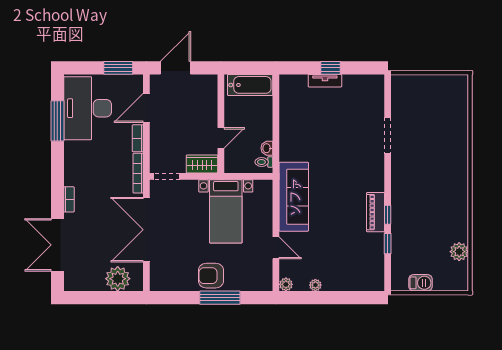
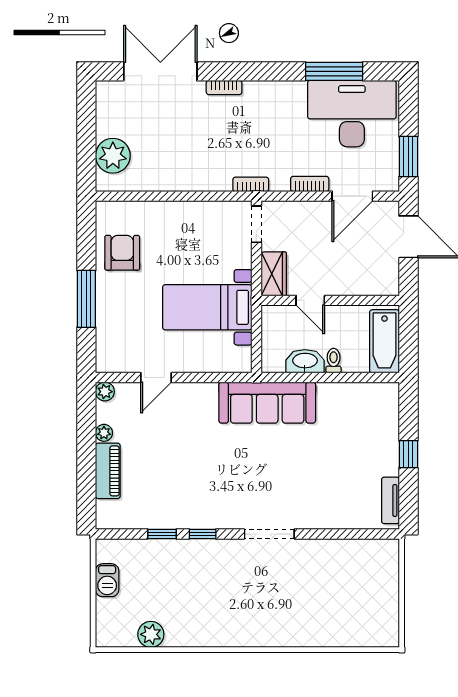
tv unit: (325, 81) -> (390, 500), moved
door: (146, 108) -> (352, 196), swing flipped
doorway: (388, 135) -> (269, 534), moved
washbasin: (267, 148) -> (305, 361), width x1.91, depth x1.45
toilet: (264, 162) -> (334, 361), moved
bookcase: (138, 173) -> (251, 184), width x0.64
sofa: (294, 197) -> (267, 403), moved
piano: (375, 212) -> (108, 471), moved, turned 90
double door: (146, 230) -> (182, 196), removed
armchair: (211, 276) -> (122, 253), moved

